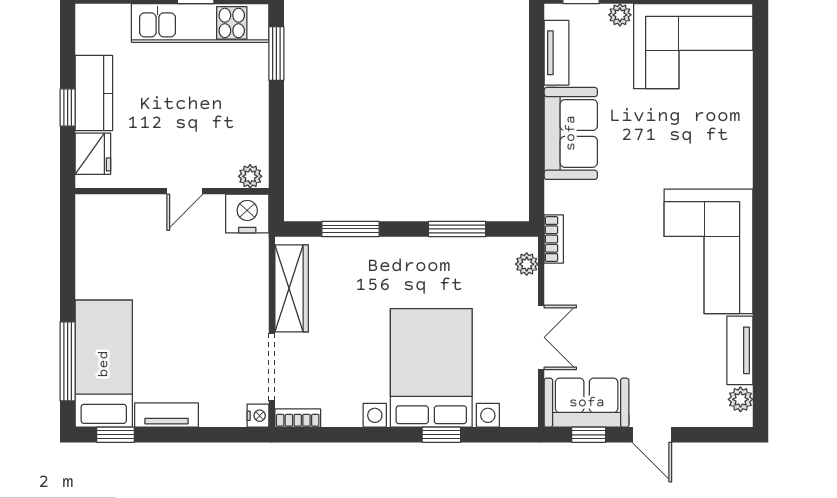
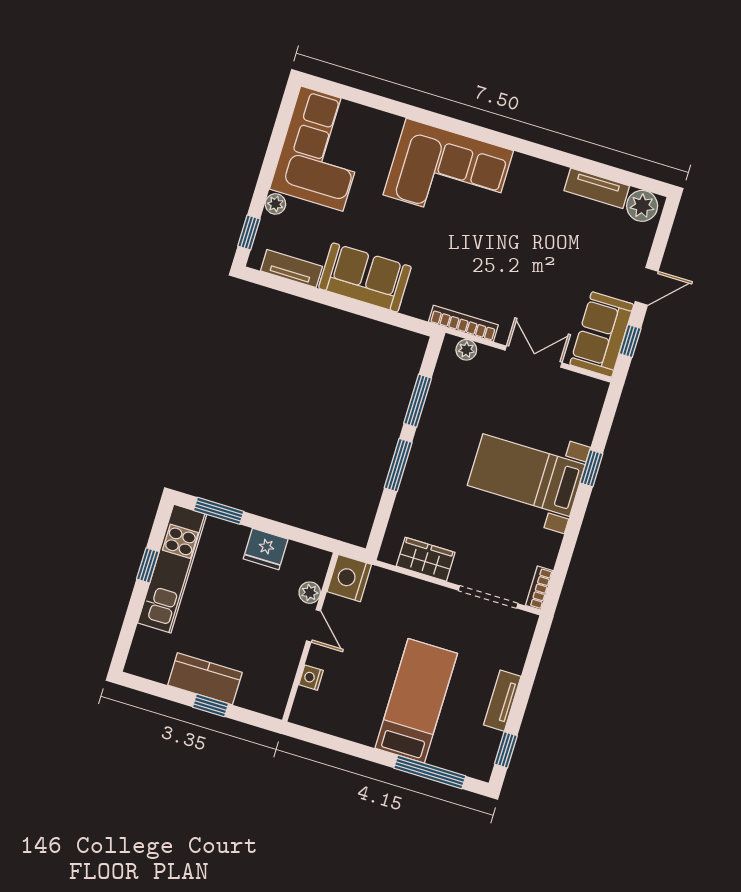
fridge: (93, 154) -> (266, 549), moved, turned 180
plant: (250, 176) -> (310, 593), moved
window: (350, 229) -> (398, 465), moved
bookcase: (554, 239) -> (463, 323), width x1.56
corner sofa: (709, 251) -> (448, 173), moved
wardrobe: (292, 288) -> (426, 559), width x0.67
bed: (104, 364) -> (416, 701), moved, turned 90
bed with nightstands: (431, 368) -> (526, 475), width x0.73
plant: (740, 399) -> (642, 206), width x1.38, depth x1.38
nightstand: (258, 416) -> (311, 678), moved, turned -90

